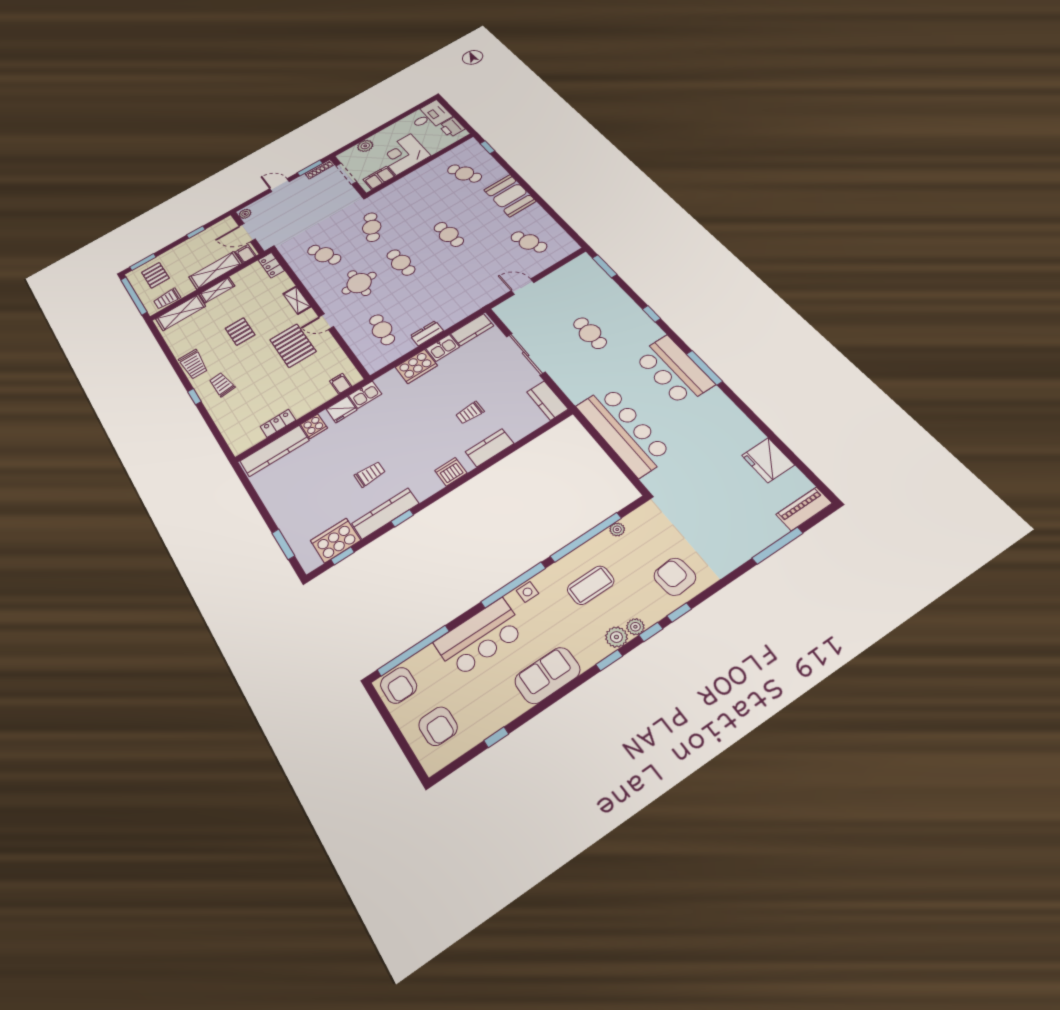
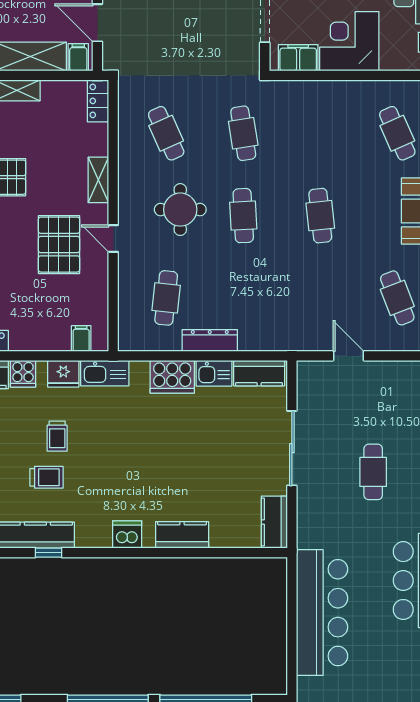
cafe table: (372, 227) -> (243, 133), turned -33
dresser: (427, 333) -> (210, 340), width x1.44
kitchen sink: (365, 395) -> (105, 373), width x1.38
trolley: (470, 413) -> (57, 436), moved, turned -90

